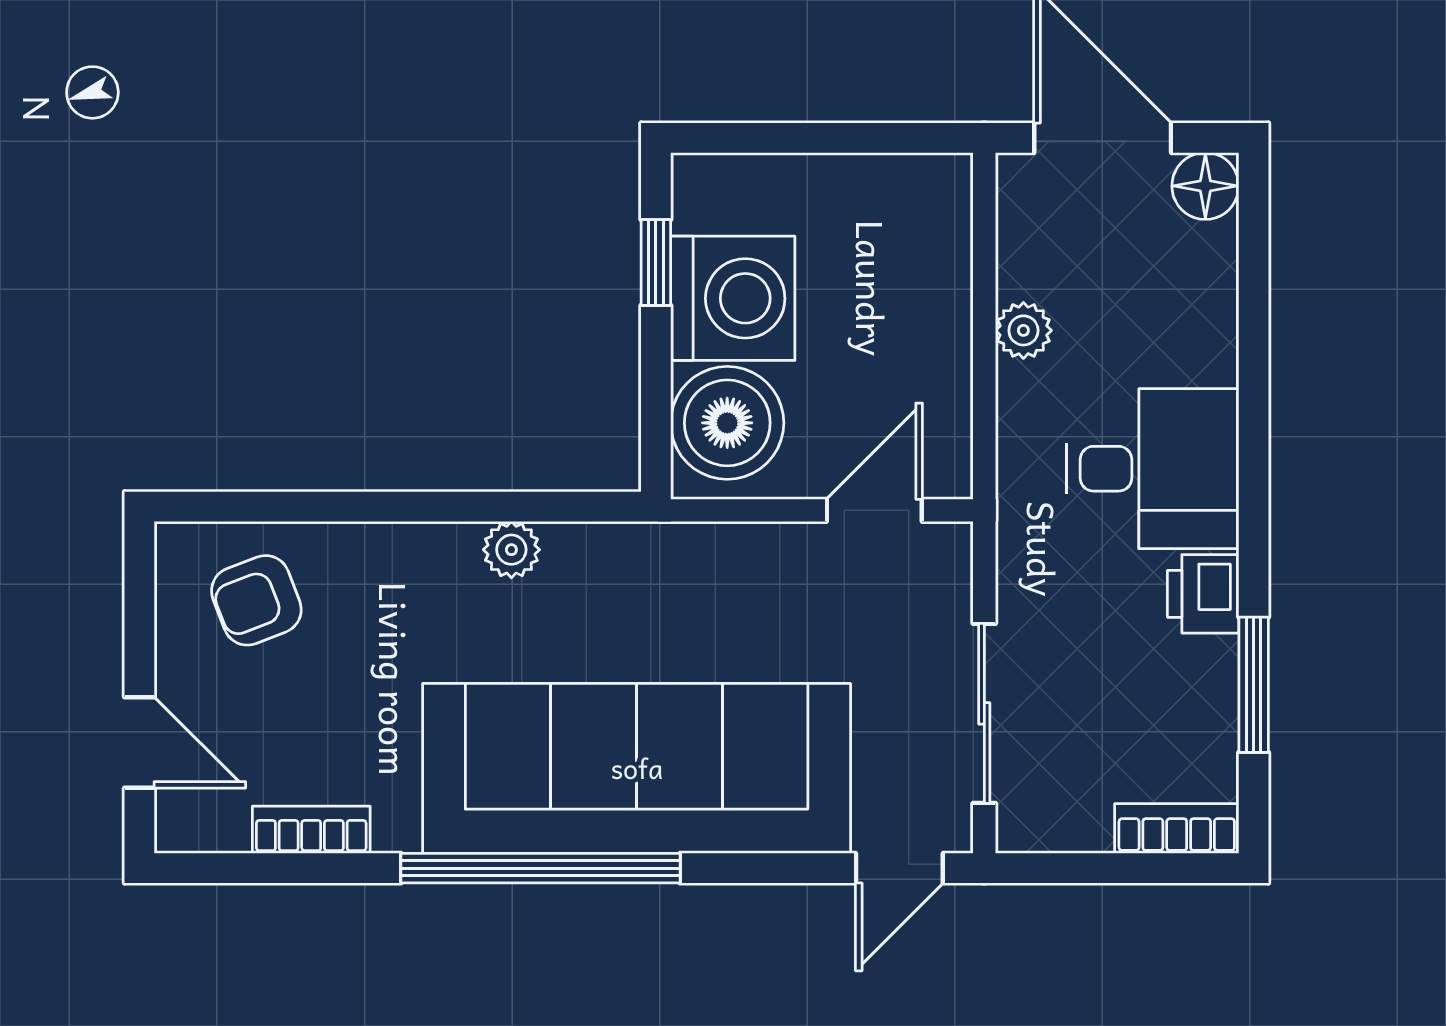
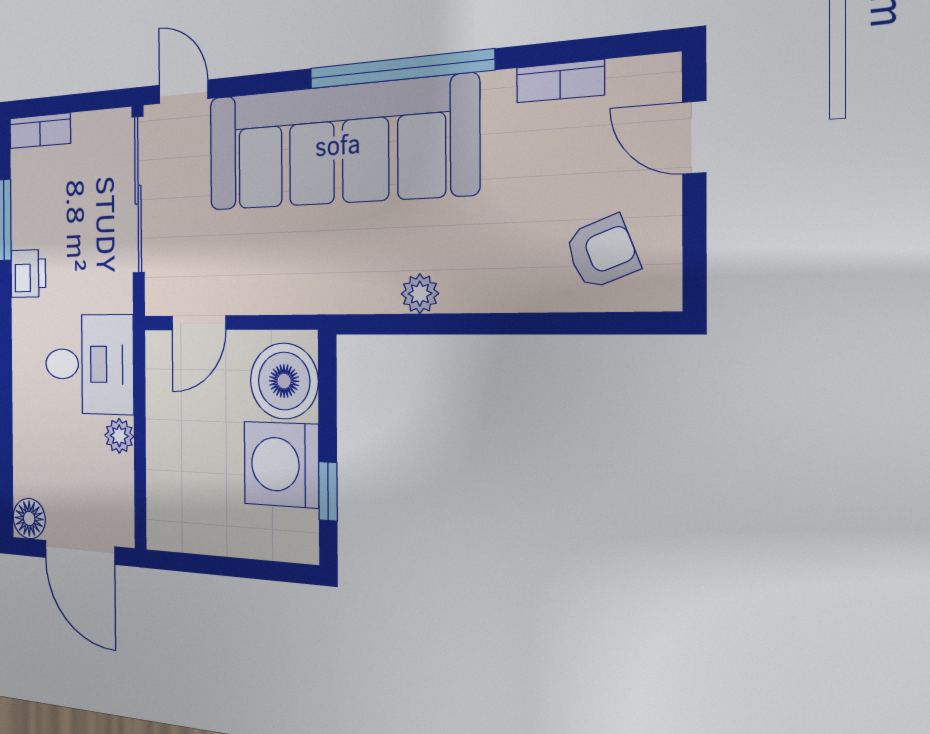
desk: (1153, 469) -> (89, 364), moved, turned 180
sliding door: (984, 713) -> (138, 195), width x1.37
door: (899, 868) -> (183, 92), hinge flipped

